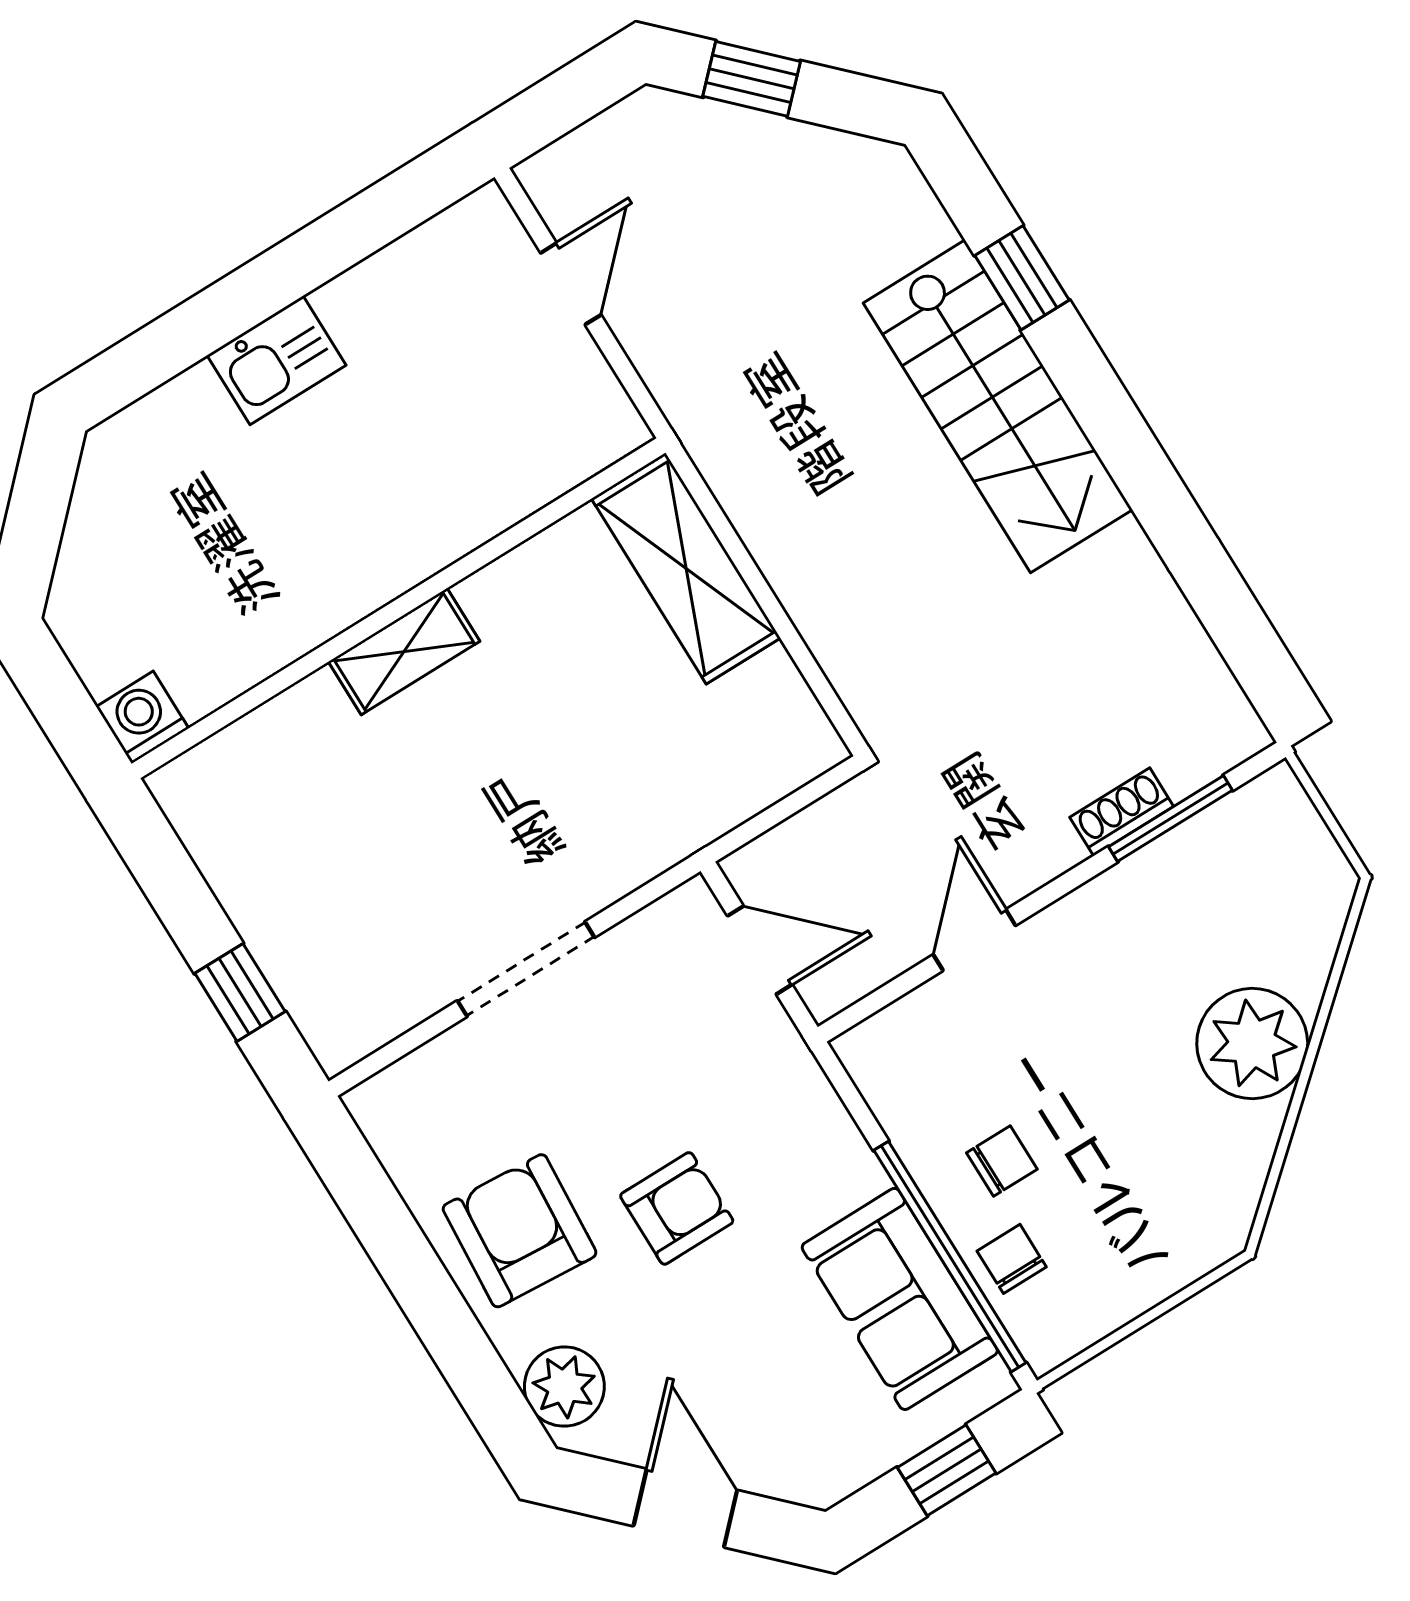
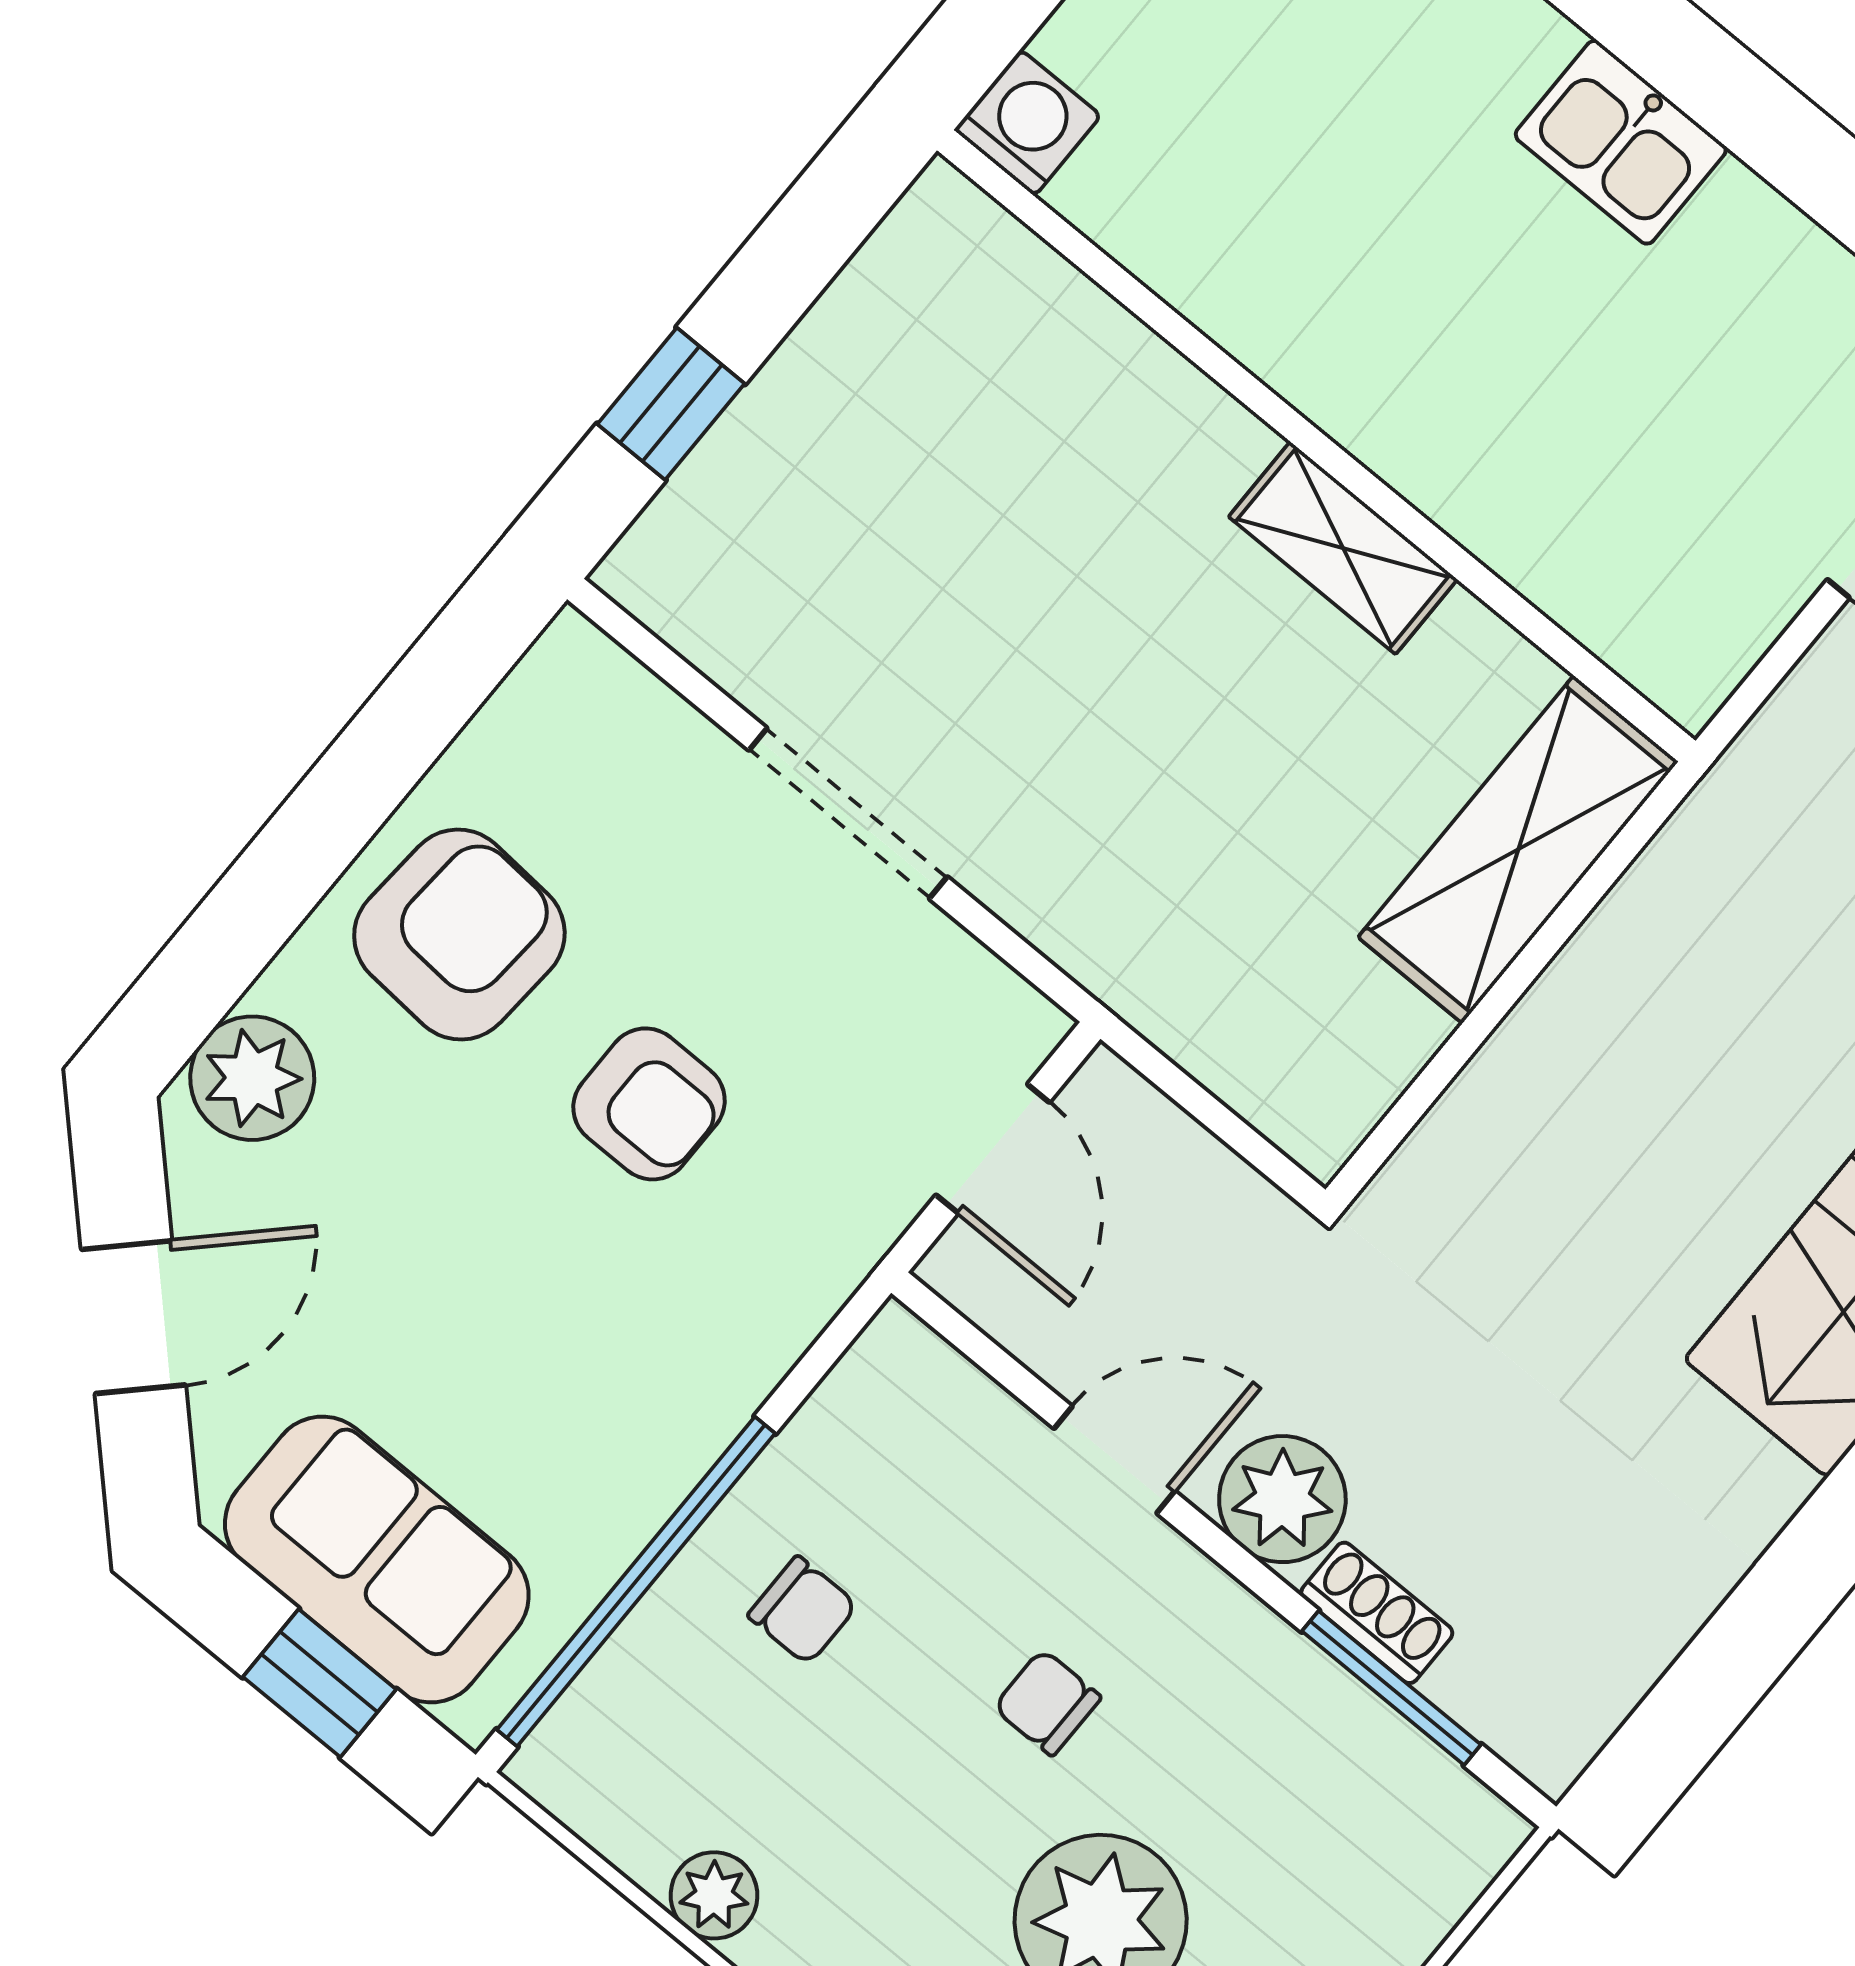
shelving: (404, 652) -> (1343, 548), moved
plant: (1033, 846) -> (1282, 1499), added
armchair: (677, 1208) -> (649, 1104), moved
chair: (1012, 1259) -> (1047, 1702), moved, turned -90
plant: (1157, 1274) -> (714, 1895), added
sofa: (900, 1299) -> (377, 1560), moved, turned 90

